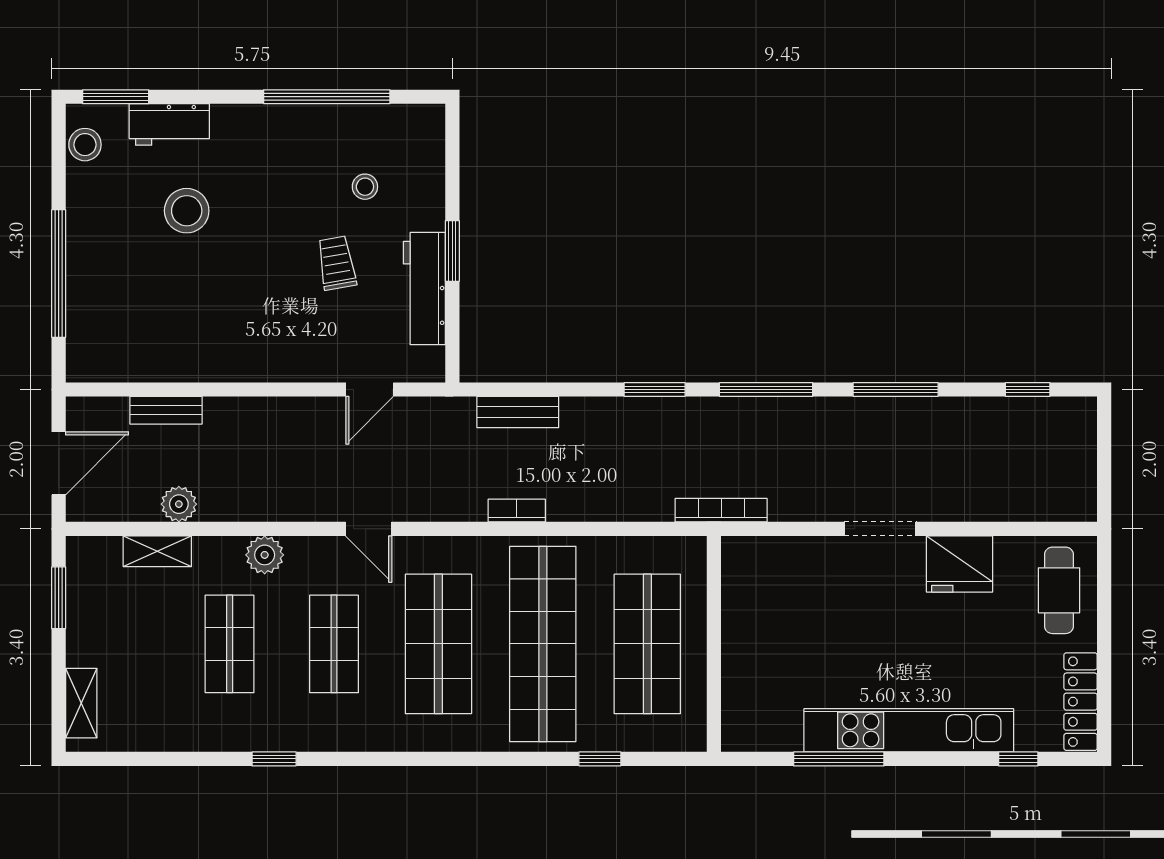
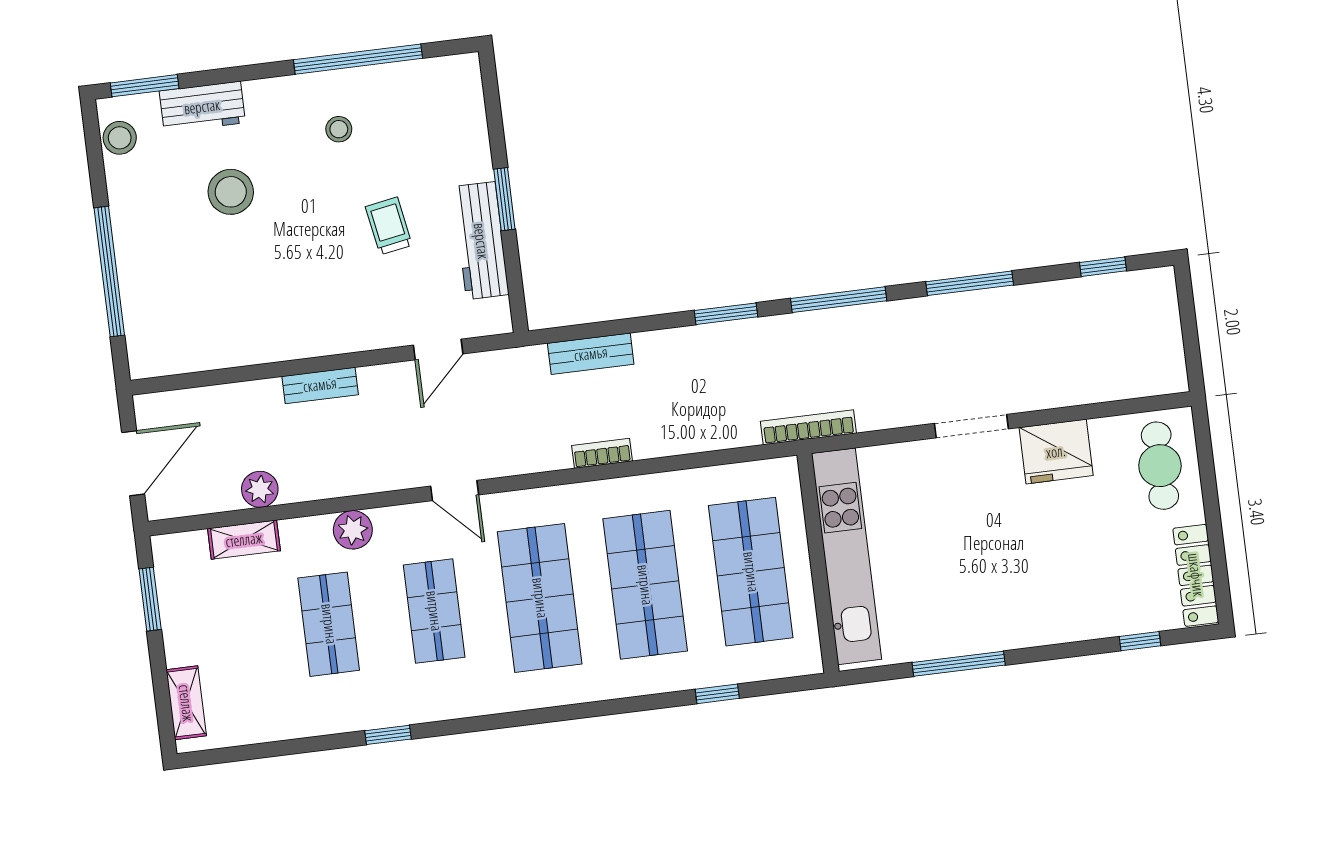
stool: (365, 187) -> (339, 129), moved
bench: (166, 410) -> (320, 385), moved
shop shelf: (543, 644) -> (645, 585), width x0.71
kitchen unit: (909, 730) -> (846, 556), moved, turned 90

